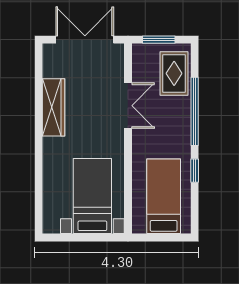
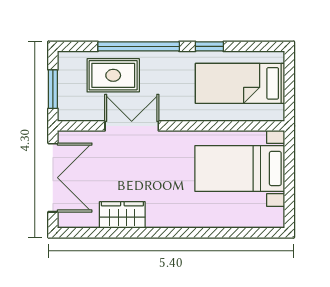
double door: (85, 40) -> (53, 178), swing flipped
rug: (174, 73) -> (113, 75), moved
wardrobe: (53, 107) -> (122, 215), width x0.67

